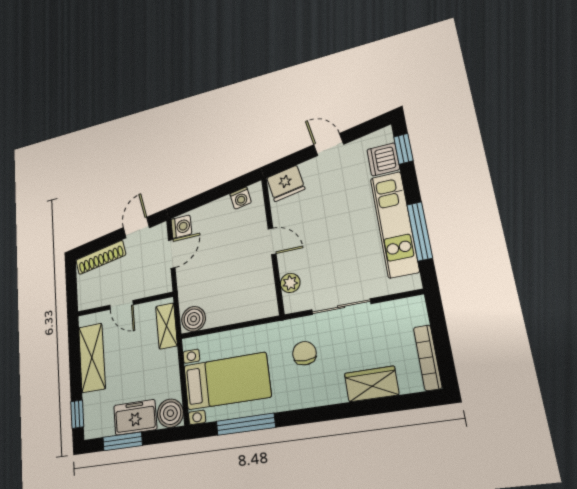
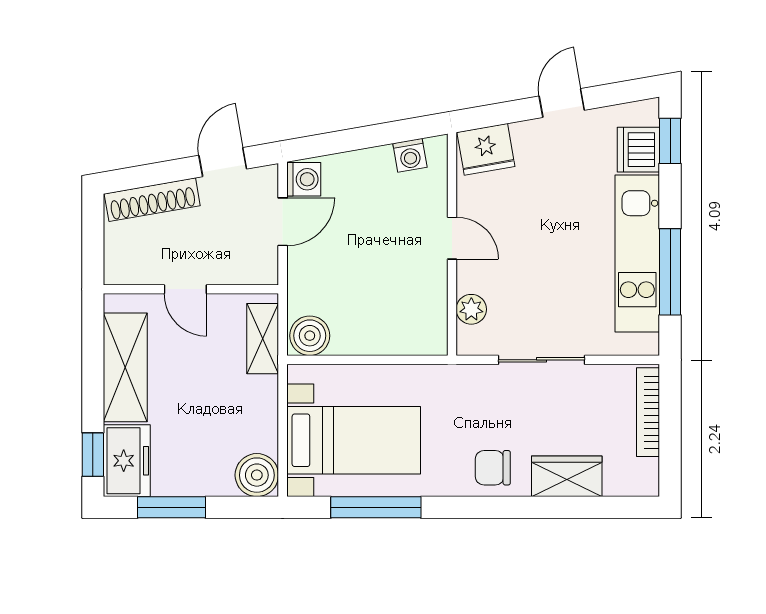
door: (329, 144) -> (562, 103), hinge flipped
chair: (304, 353) -> (493, 468), moved, turned -90
bookcase: (428, 358) -> (648, 412), moved
freezer: (135, 417) -> (127, 461), moved, turned 90

